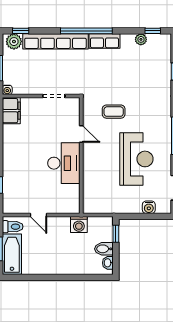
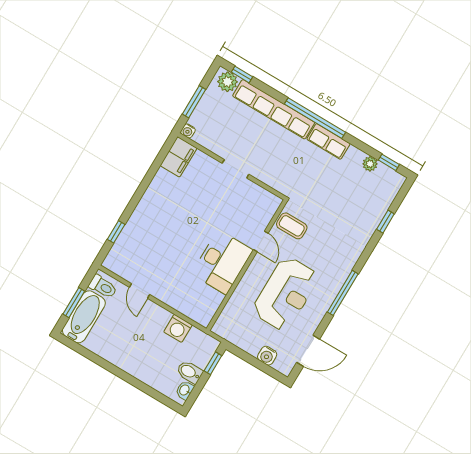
door: (81, 134) -> (261, 241), moved
wall: (81, 155) -> (247, 265), moved
desk: (64, 163) -> (222, 262), moved

